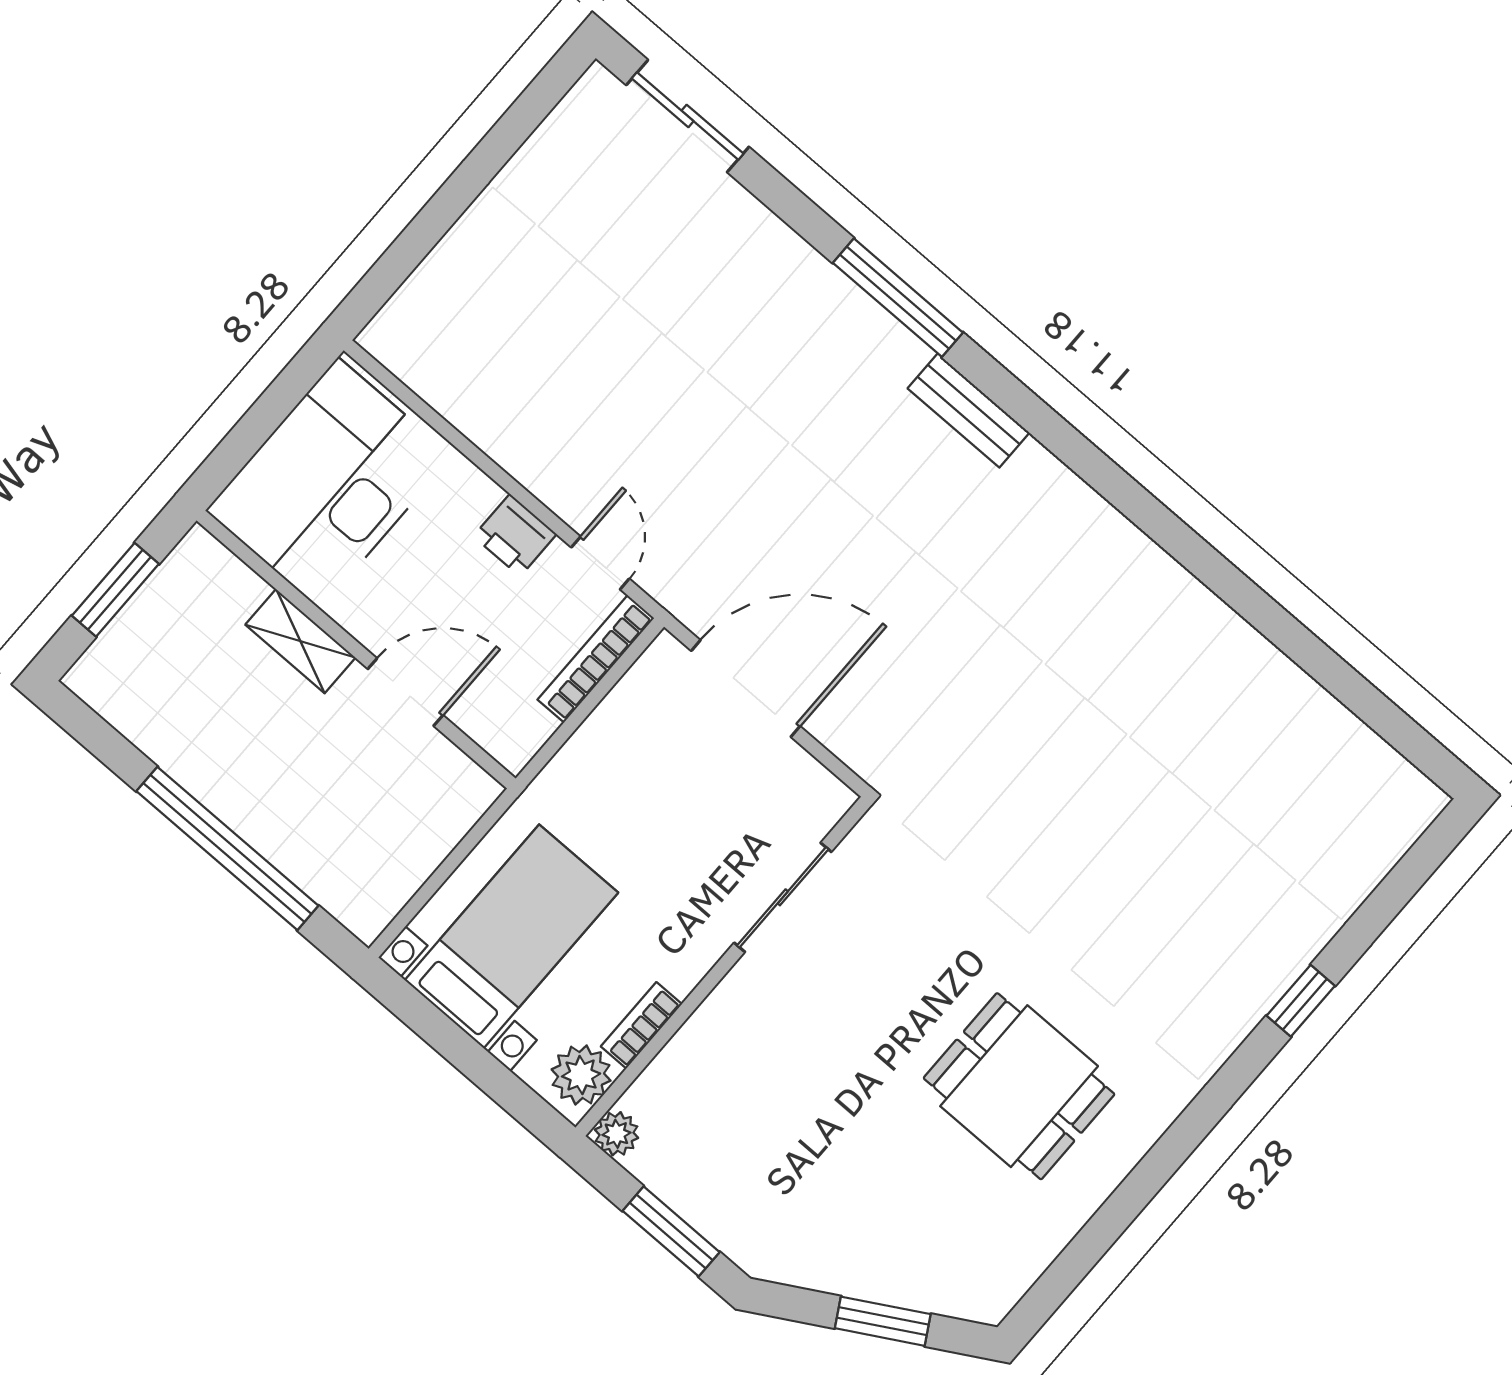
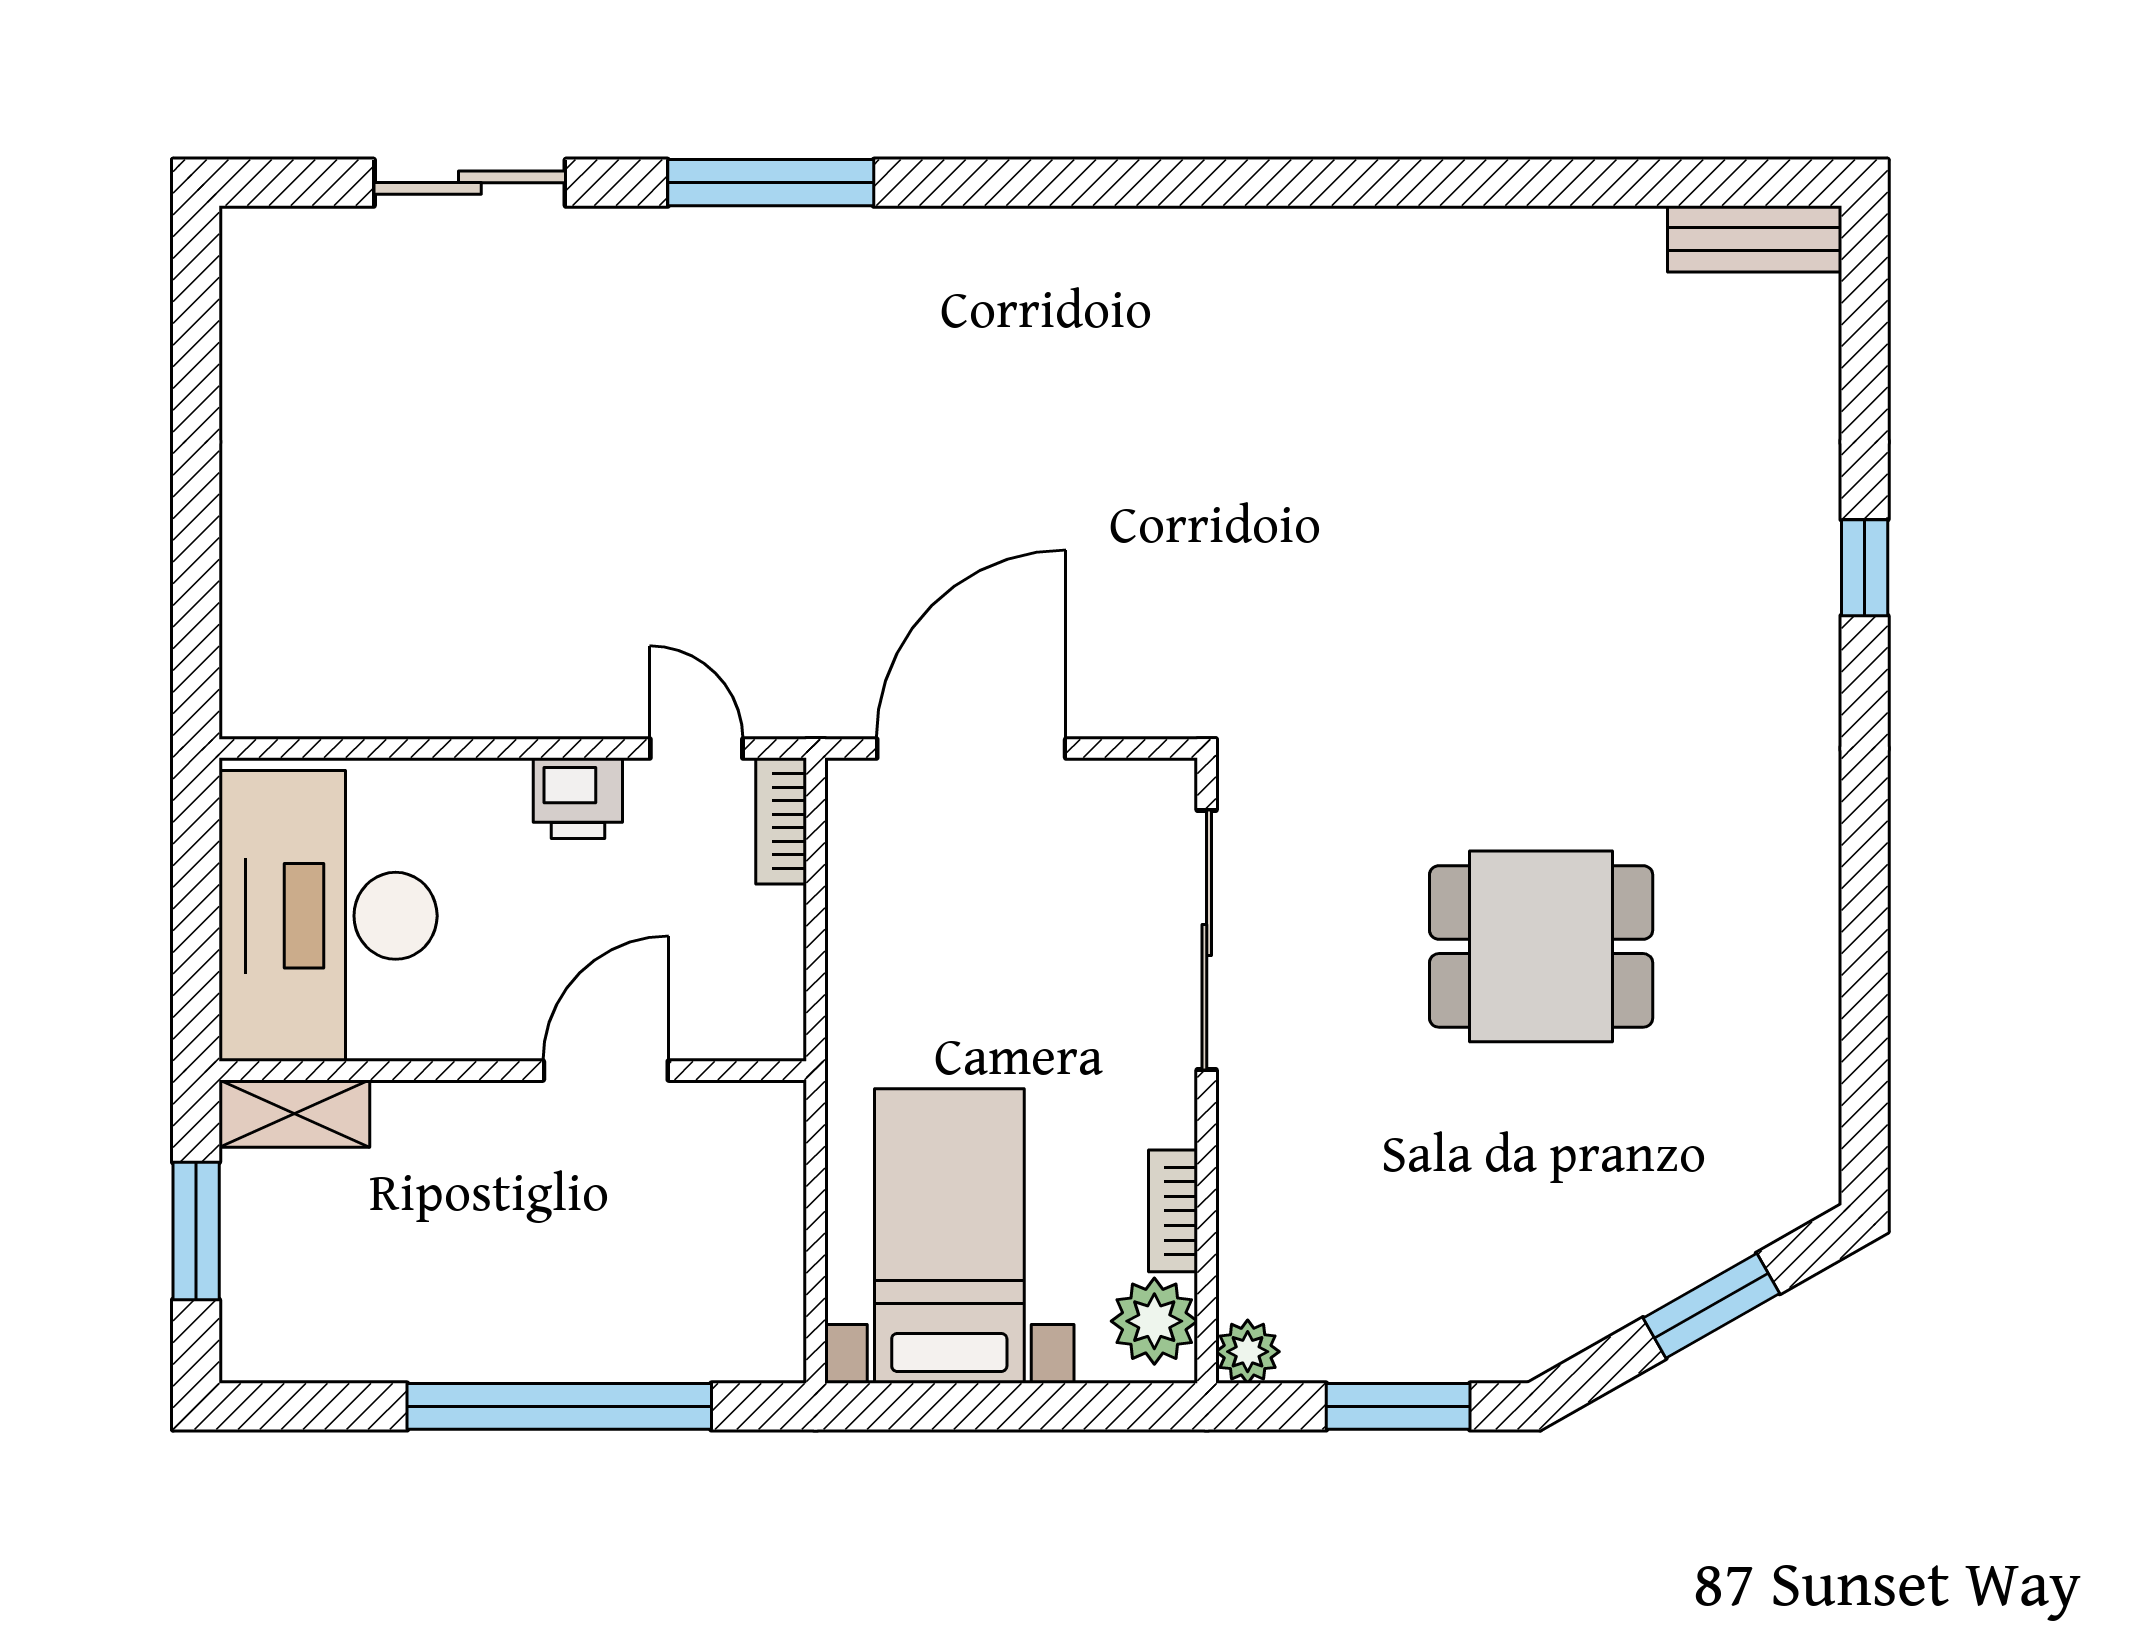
sliding door: (688, 116) -> (470, 183), moved
bench: (969, 410) -> (1755, 239), moved
shelving: (300, 641) -> (294, 1114), moved
bookcase: (596, 659) -> (781, 821), width x0.64
sliding door: (783, 897) -> (1207, 940), width x1.37
dining table: (1019, 1086) -> (1541, 946), moved

